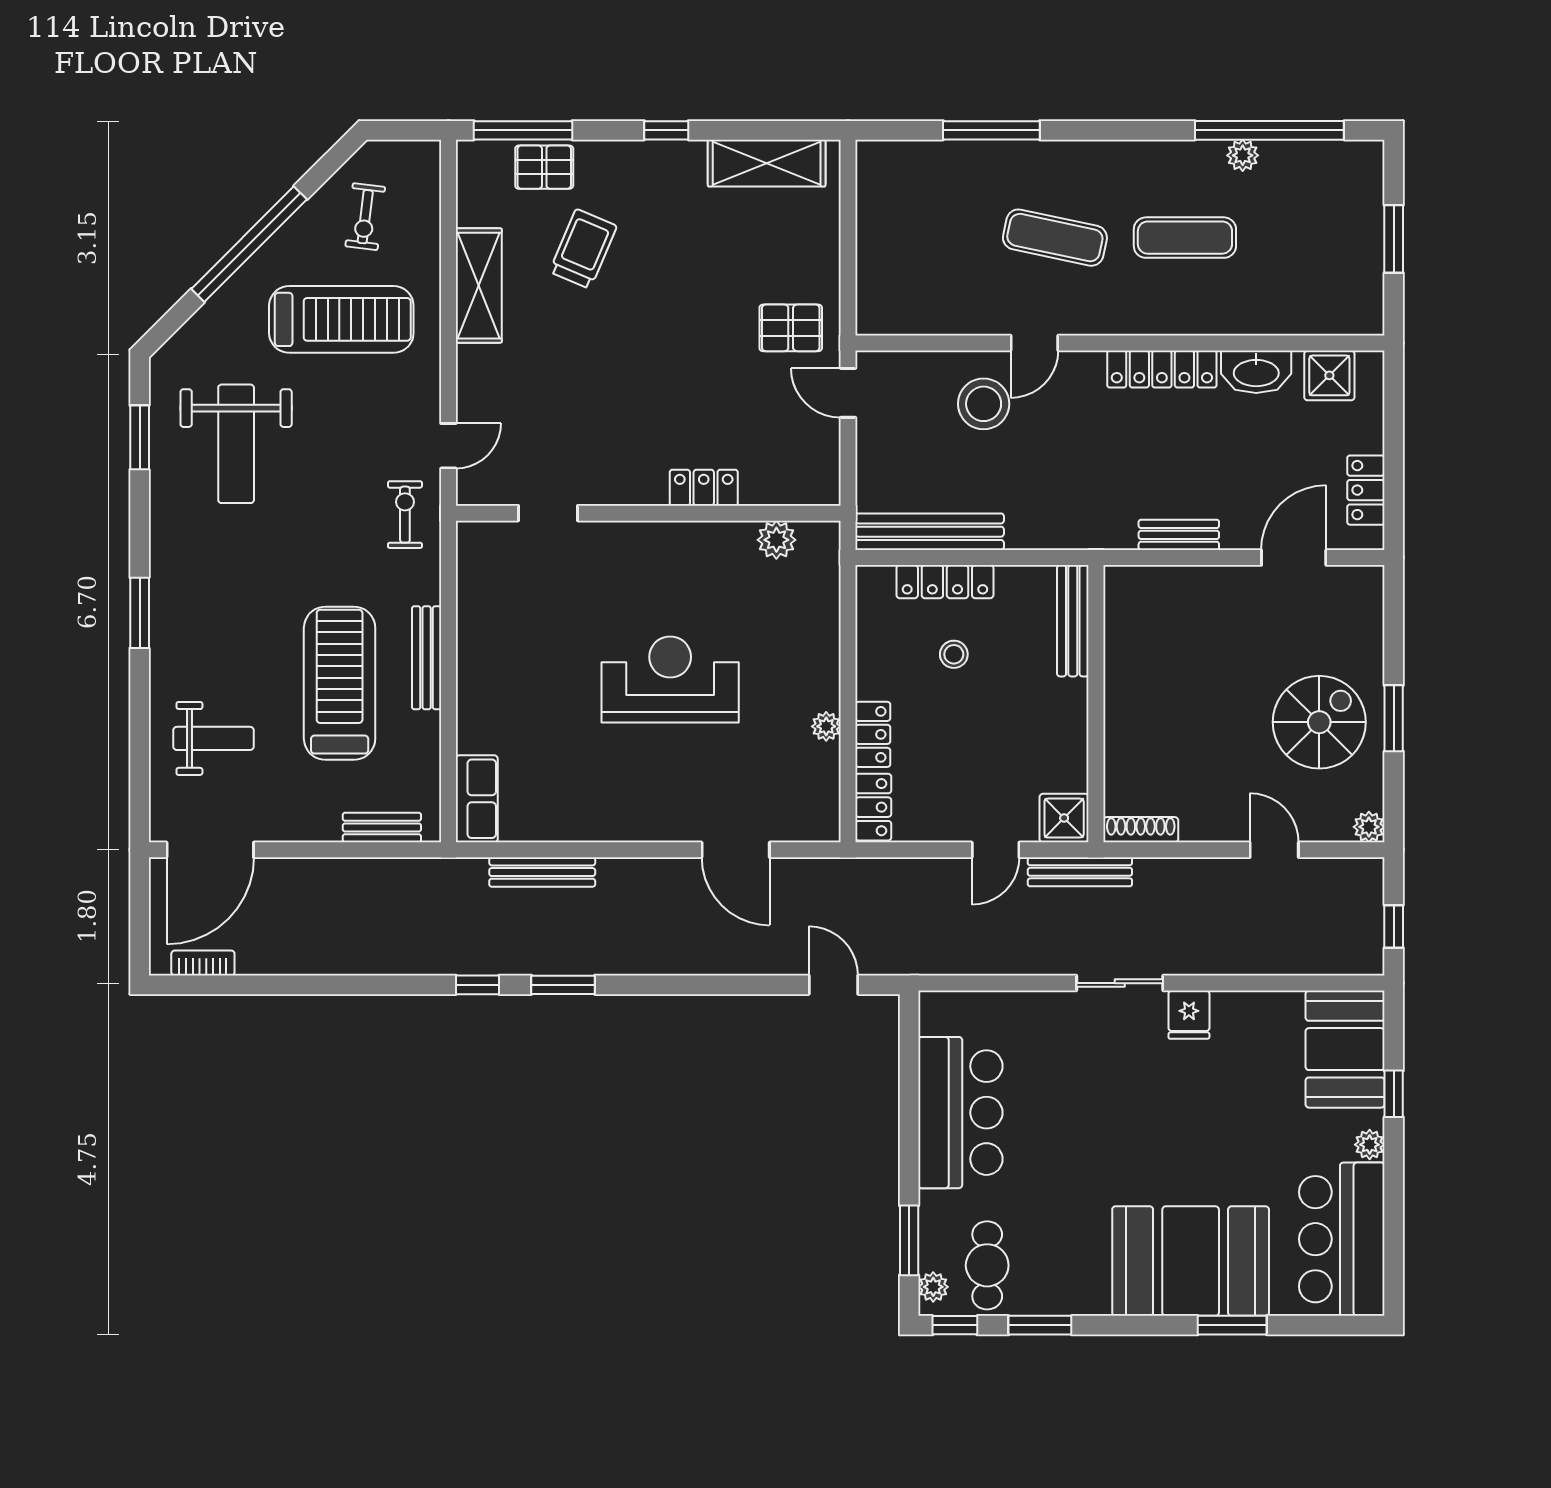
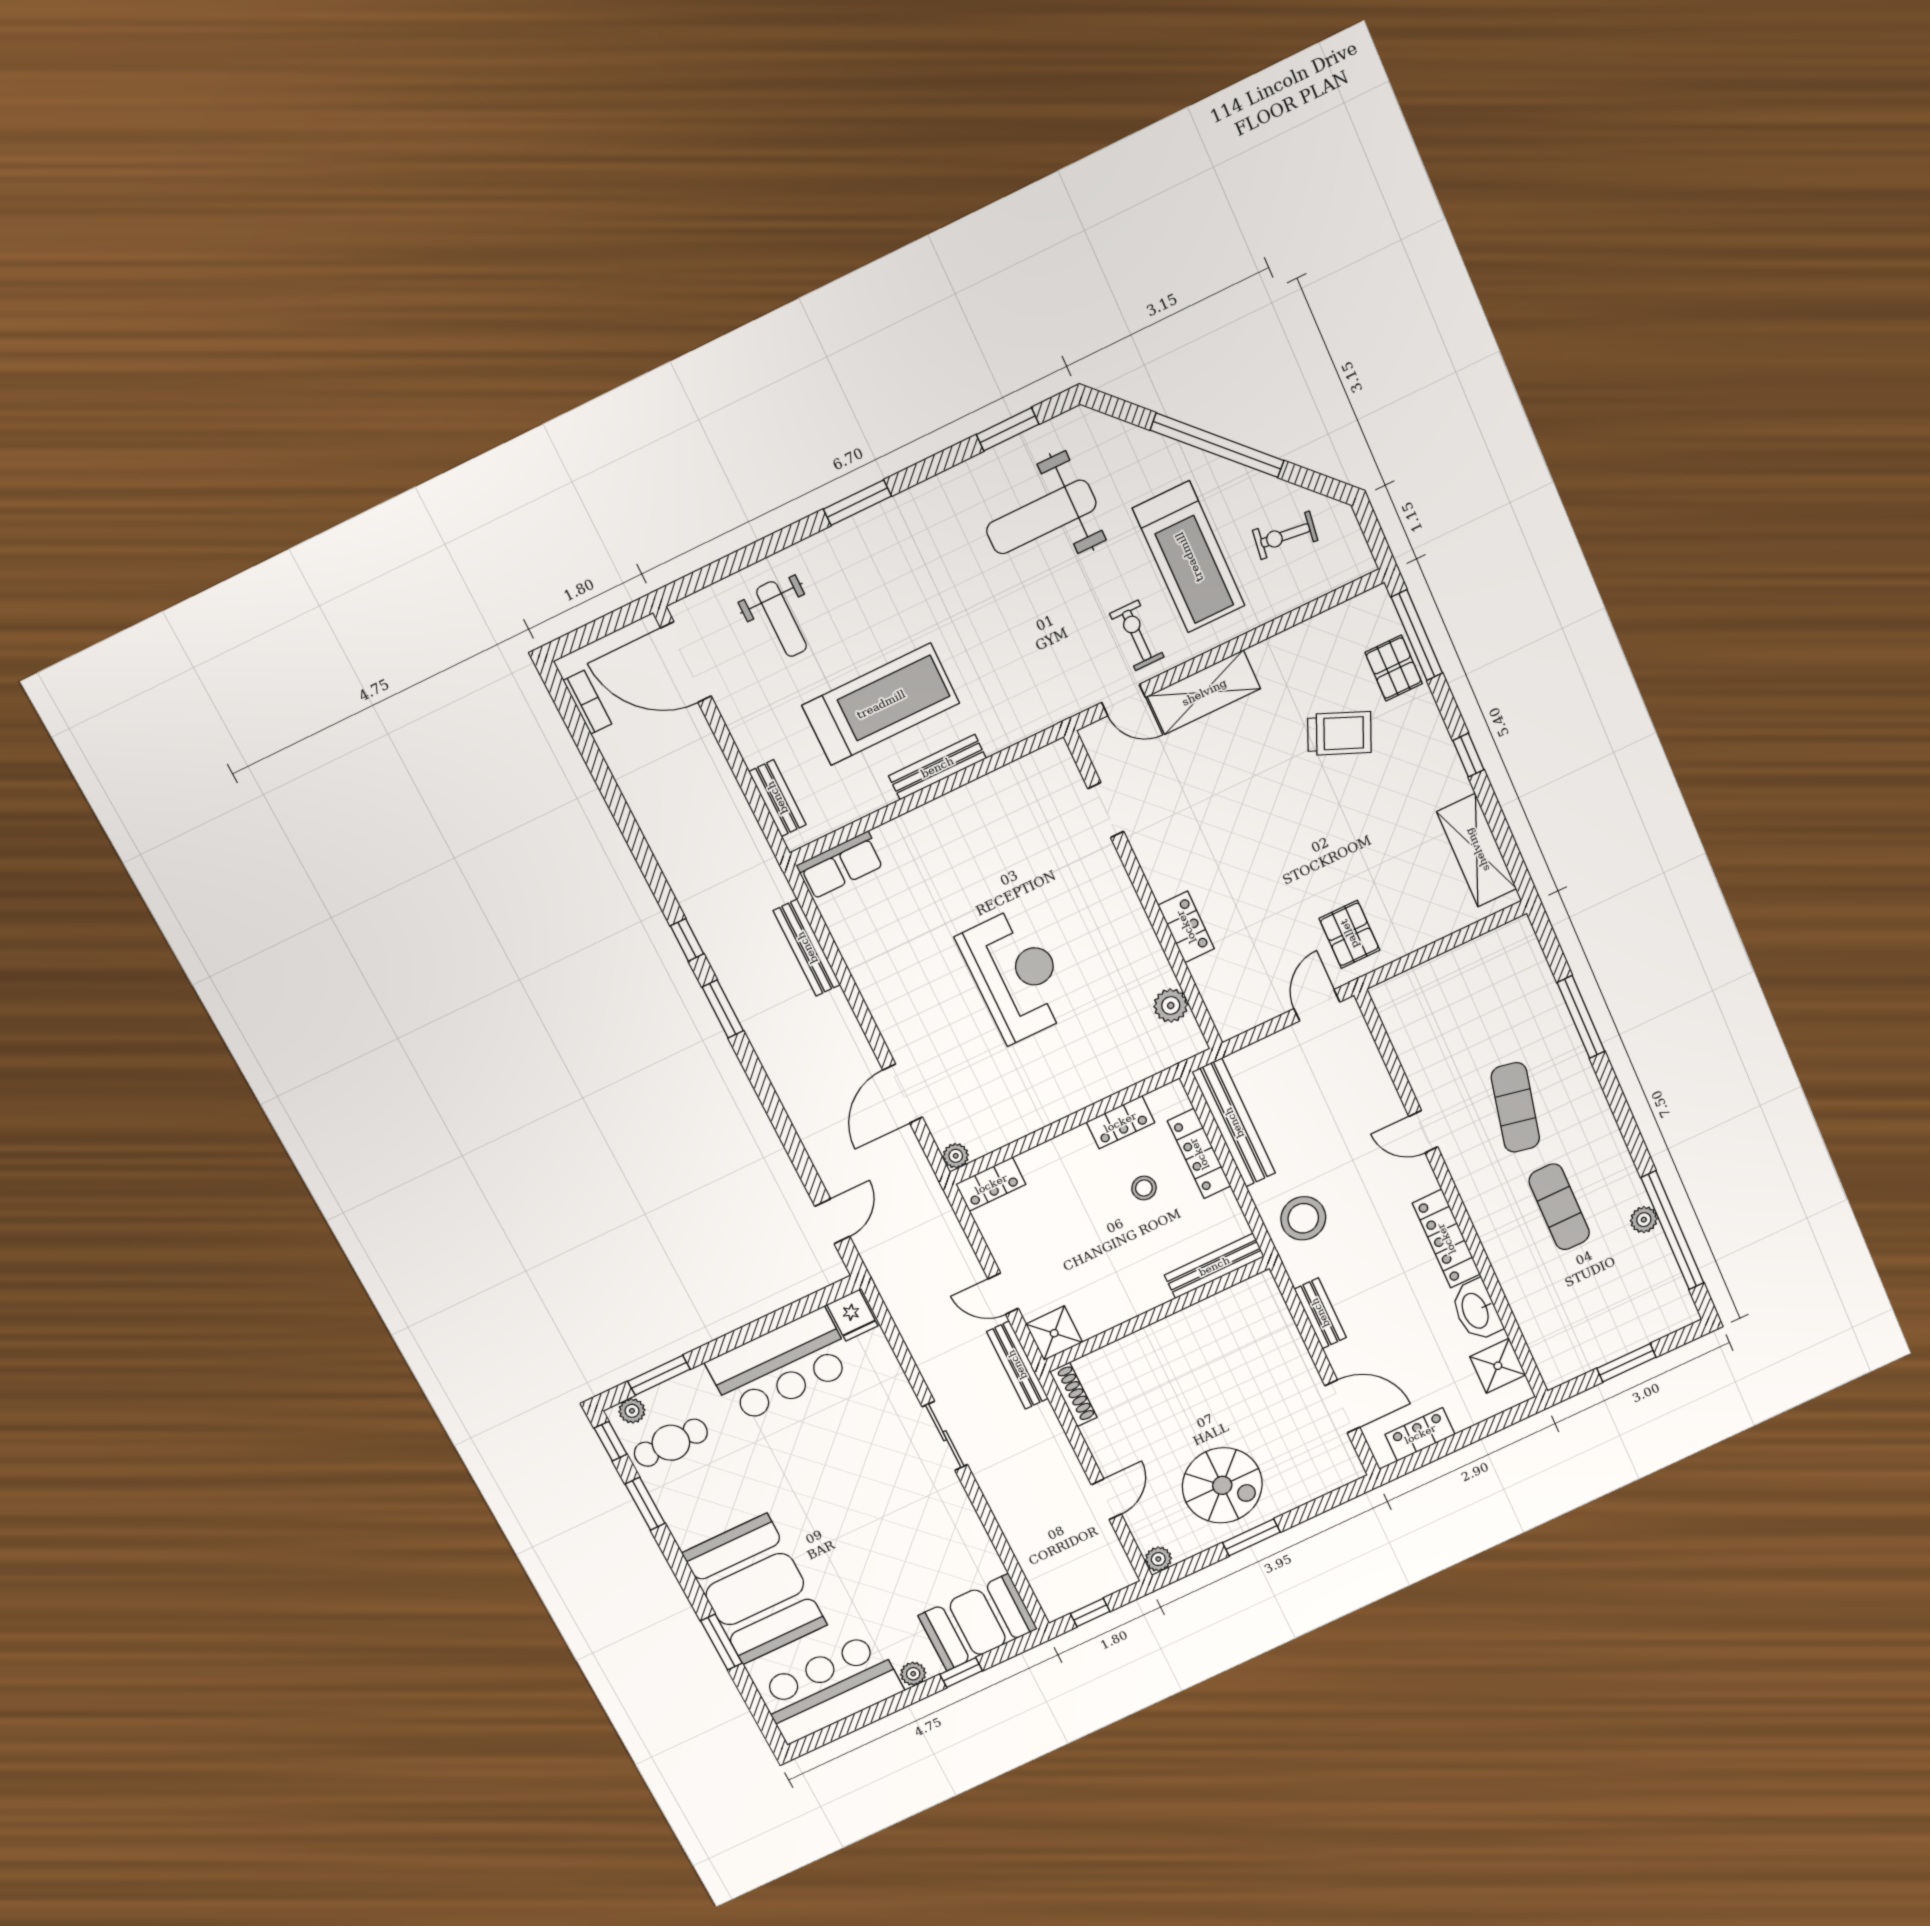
shelving: (479, 286) -> (1204, 692), moved
stool: (984, 404) -> (1303, 1218), moved
exercise bike: (405, 515) -> (1137, 635), moved, turned -90
plant: (826, 726) -> (956, 1156), moved
locker: (873, 734) -> (1120, 1122), moved
fridge: (1189, 1015) -> (852, 1315), moved, turned -90

